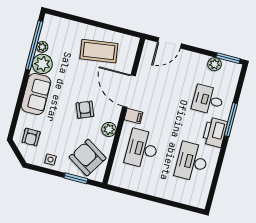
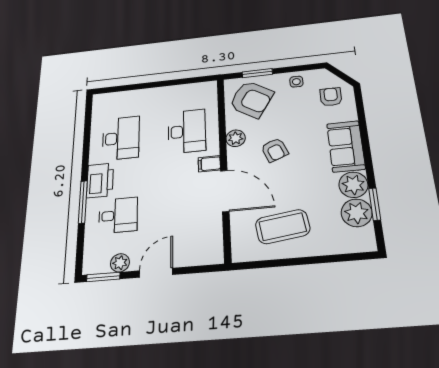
door: (170, 43) -> (156, 273), moved
window: (34, 45) -> (375, 204), width x0.47
plant: (42, 47) -> (357, 213), width x1.88, depth x1.88

